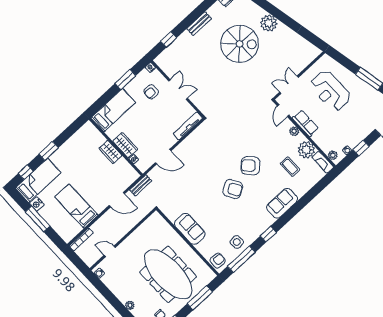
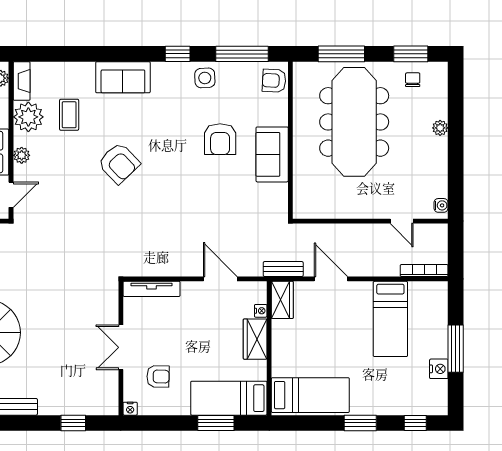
window: (125, 80) -> (216, 423), moved
wardrobe: (110, 152) -> (282, 300), moved
bed: (38, 180) -> (310, 395), moved, turned 180
armchair: (233, 189) -> (220, 139), moved, turned -149
side table: (237, 242) -> (205, 78), moved

